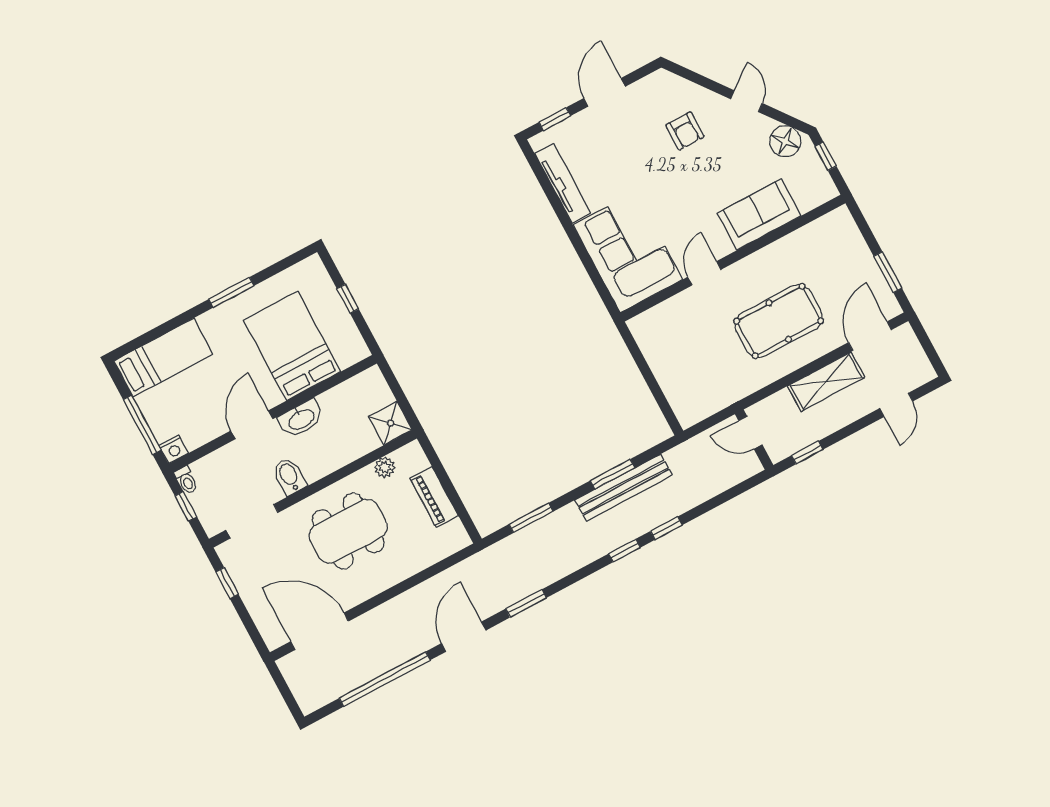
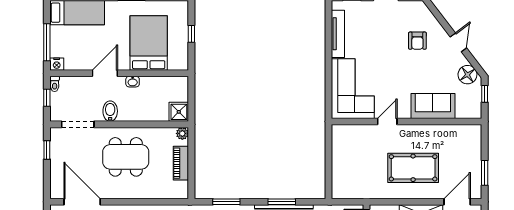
washbasin: (301, 419) -> (133, 82), width x0.52, depth x0.69
plant: (385, 467) -> (182, 133), moved

